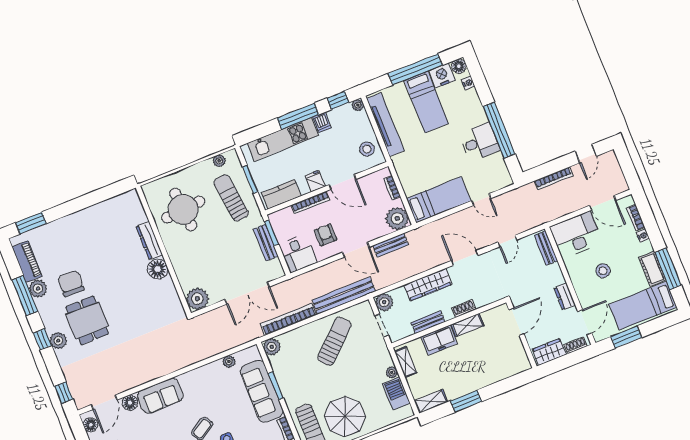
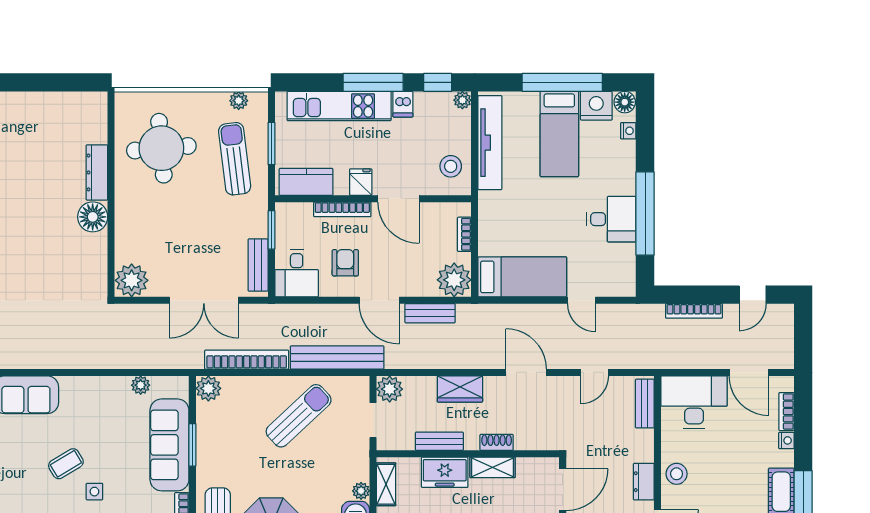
bench: (266, 243) -> (258, 265), moved
stool: (603, 271) -> (677, 474), moved
wardrobe: (428, 285) -> (460, 389), width x0.67

